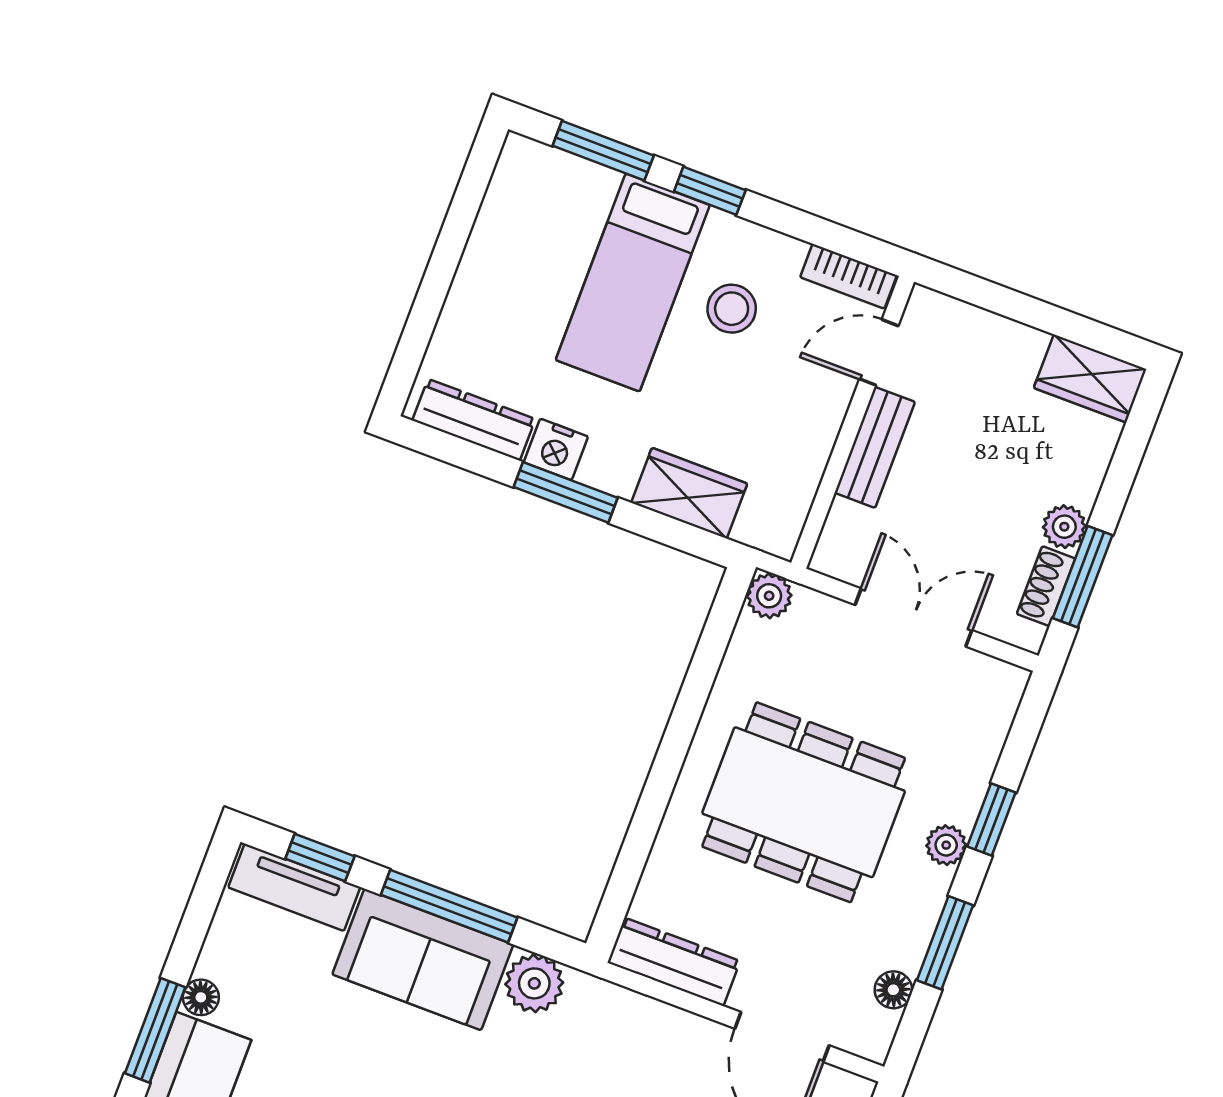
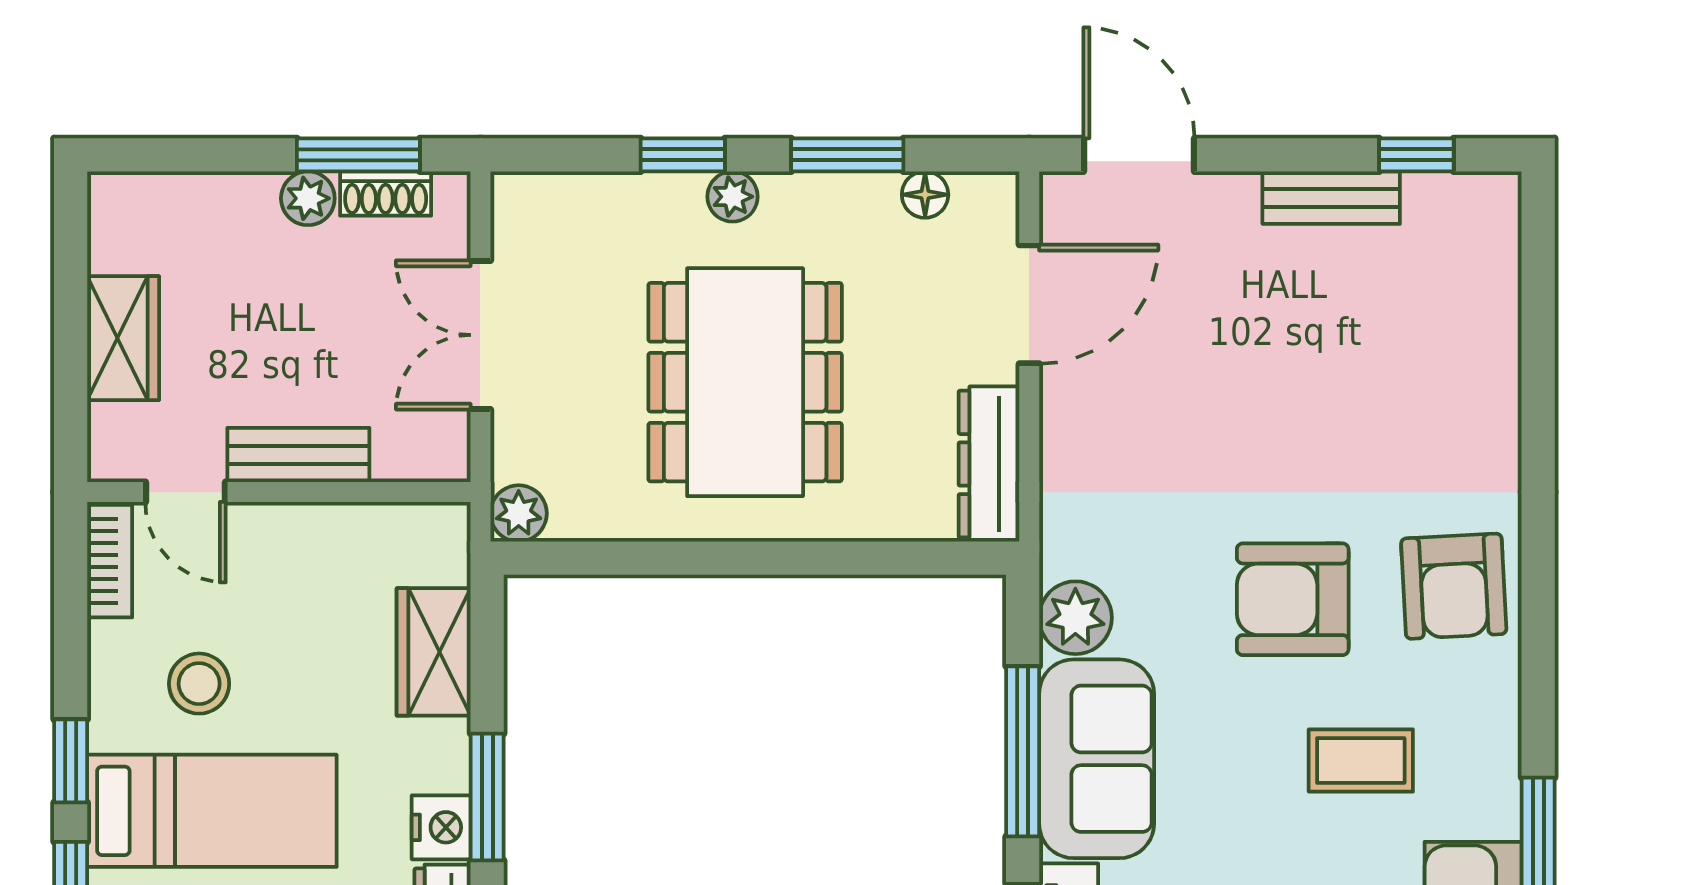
wardrobe: (1090, 378) -> (123, 338), moved

